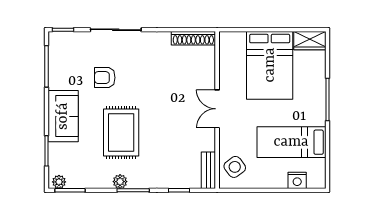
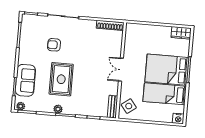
bed: (270, 65) -> (167, 70), moved, turned 90
sofa: (63, 116) -> (25, 80), moved
nightstand: (297, 180) -> (178, 119), moved

